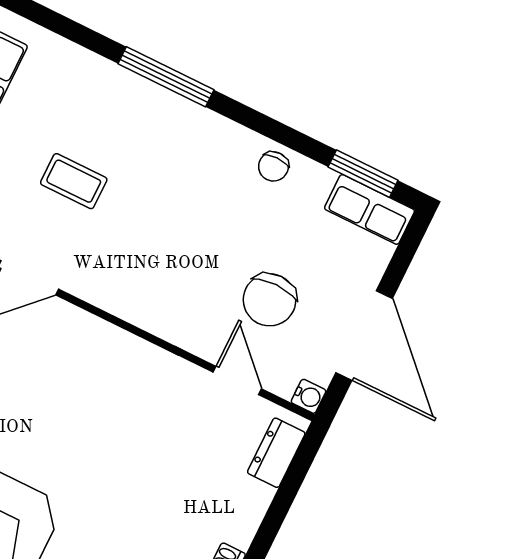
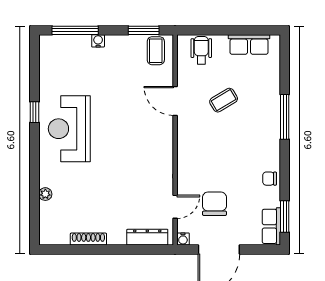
coffee table: (74, 181) -> (224, 100), turned 59
chair: (270, 300) -> (214, 204), turned 90
dresser: (276, 453) -> (147, 237), width x1.44

